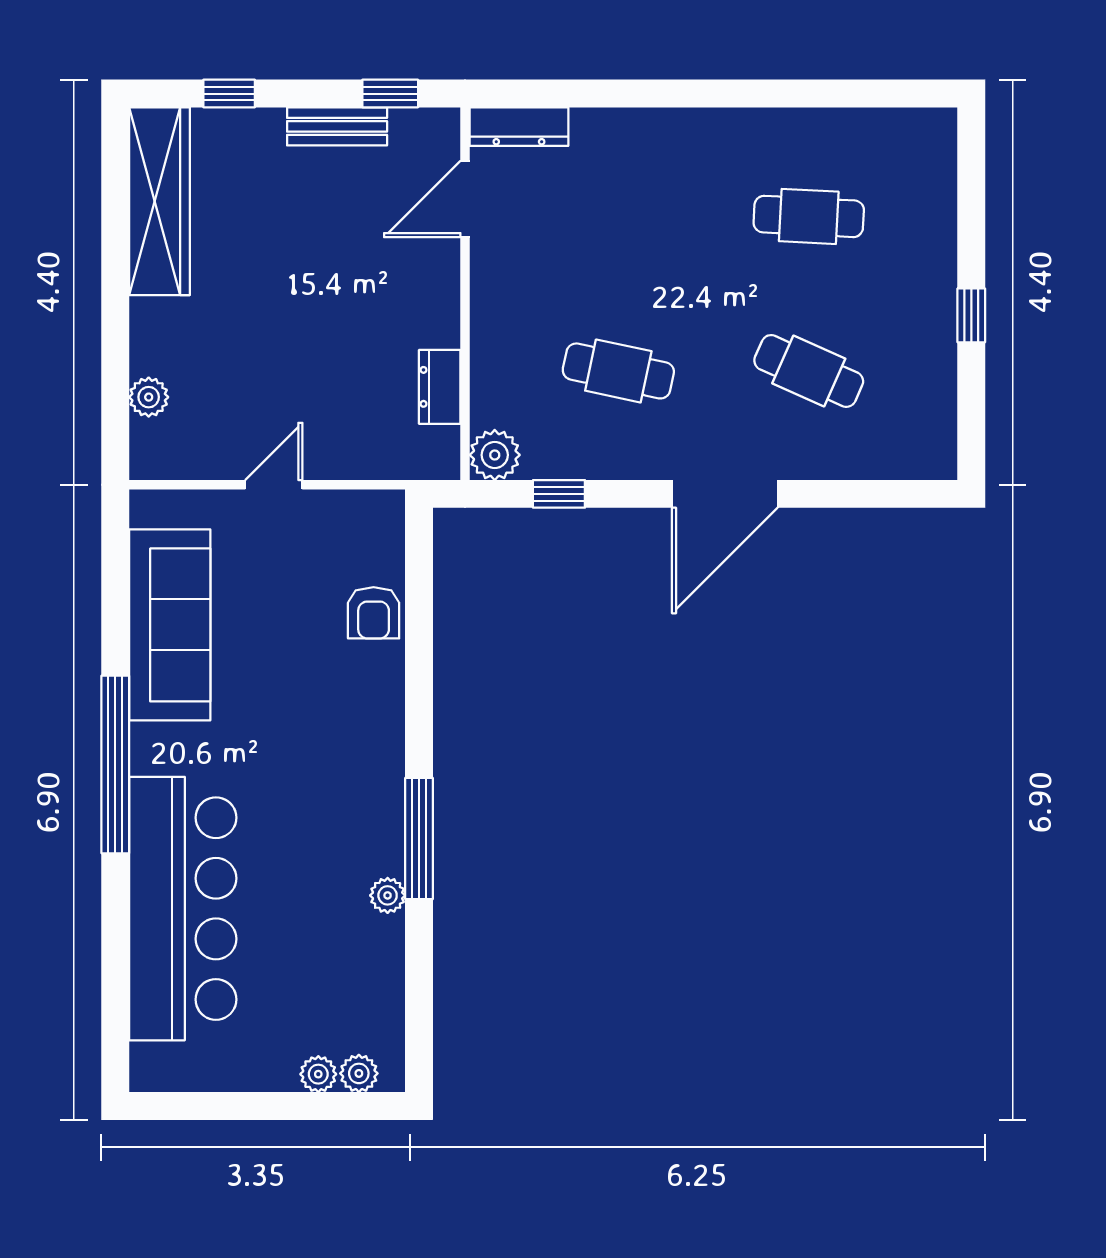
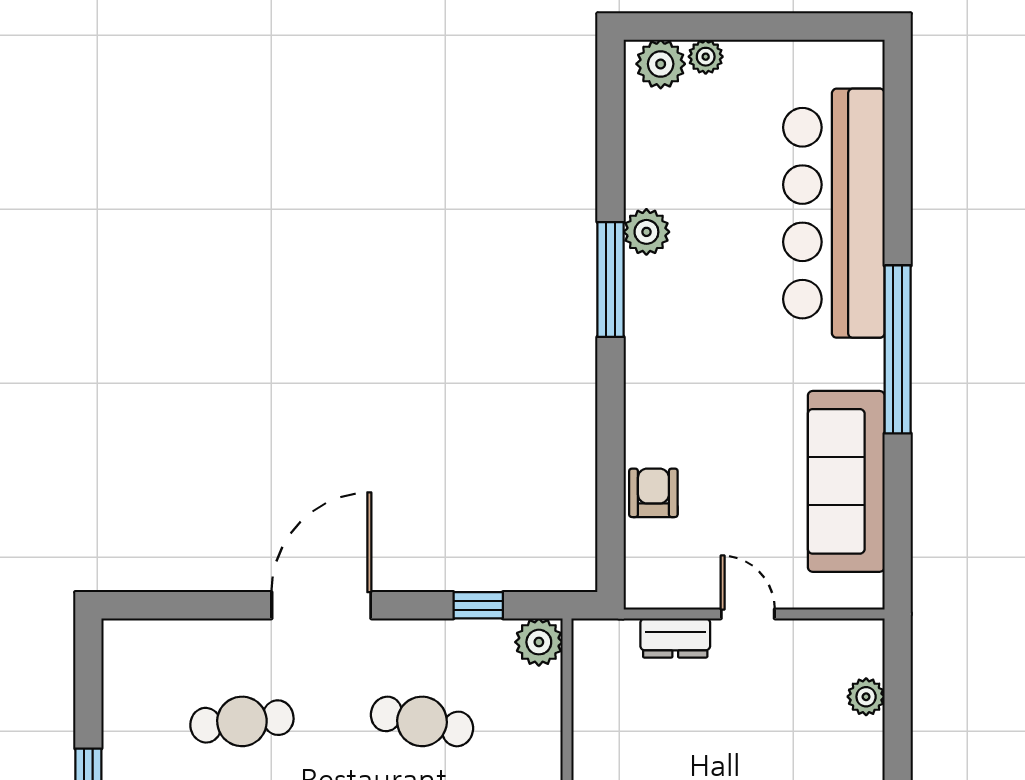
cafe table: (809, 371) -> (242, 721), turned -30
dresser: (440, 387) -> (675, 638), moved, turned 90
door: (274, 485) -> (748, 614), swing flipped
plant: (388, 895) -> (646, 232), width x1.38, depth x1.38
plant: (359, 1073) -> (661, 64), width x1.38, depth x1.38

